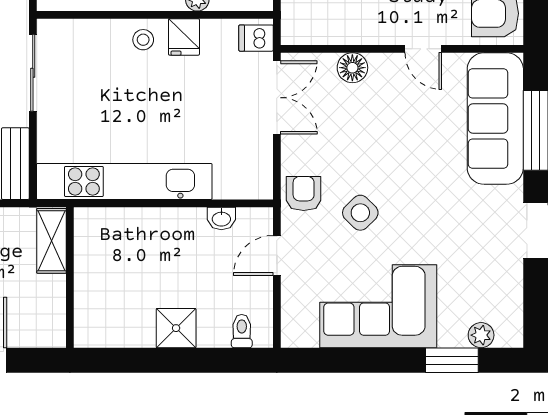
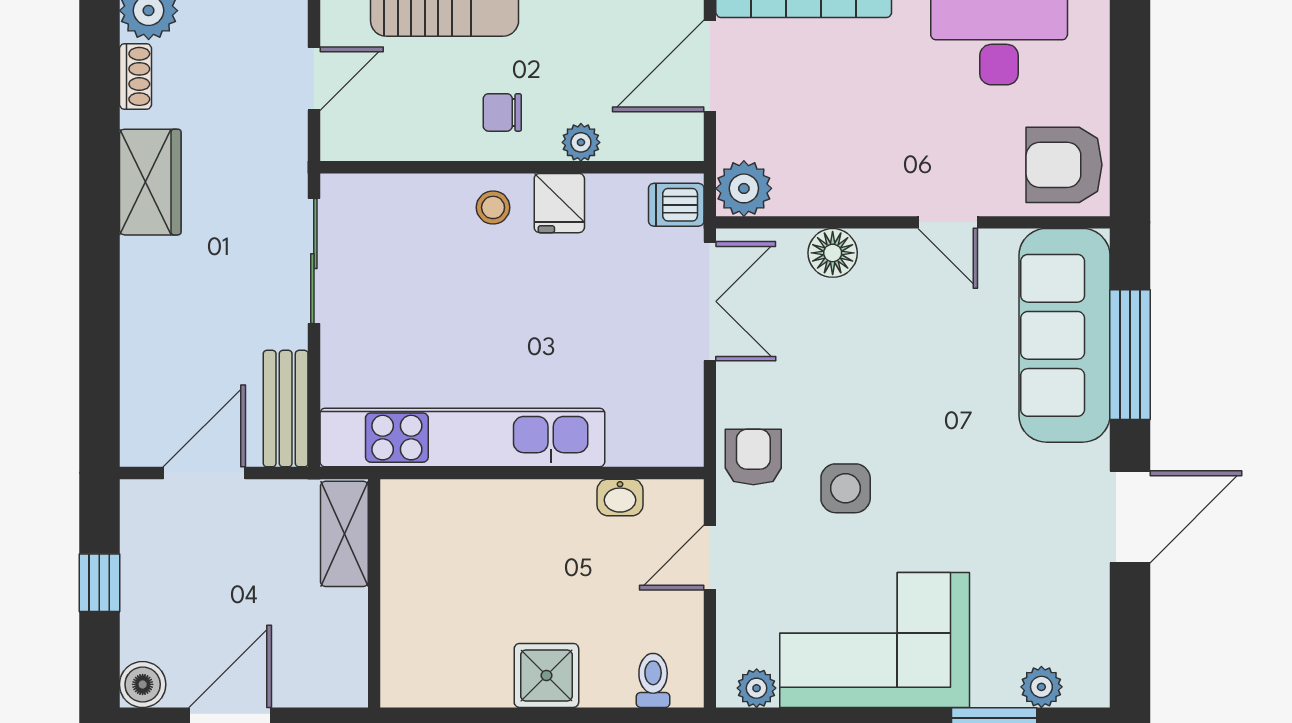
plant: (298, 28) -> (744, 188), added
side table: (360, 213) -> (846, 488), turned 45
plant: (306, 336) -> (757, 688), added

